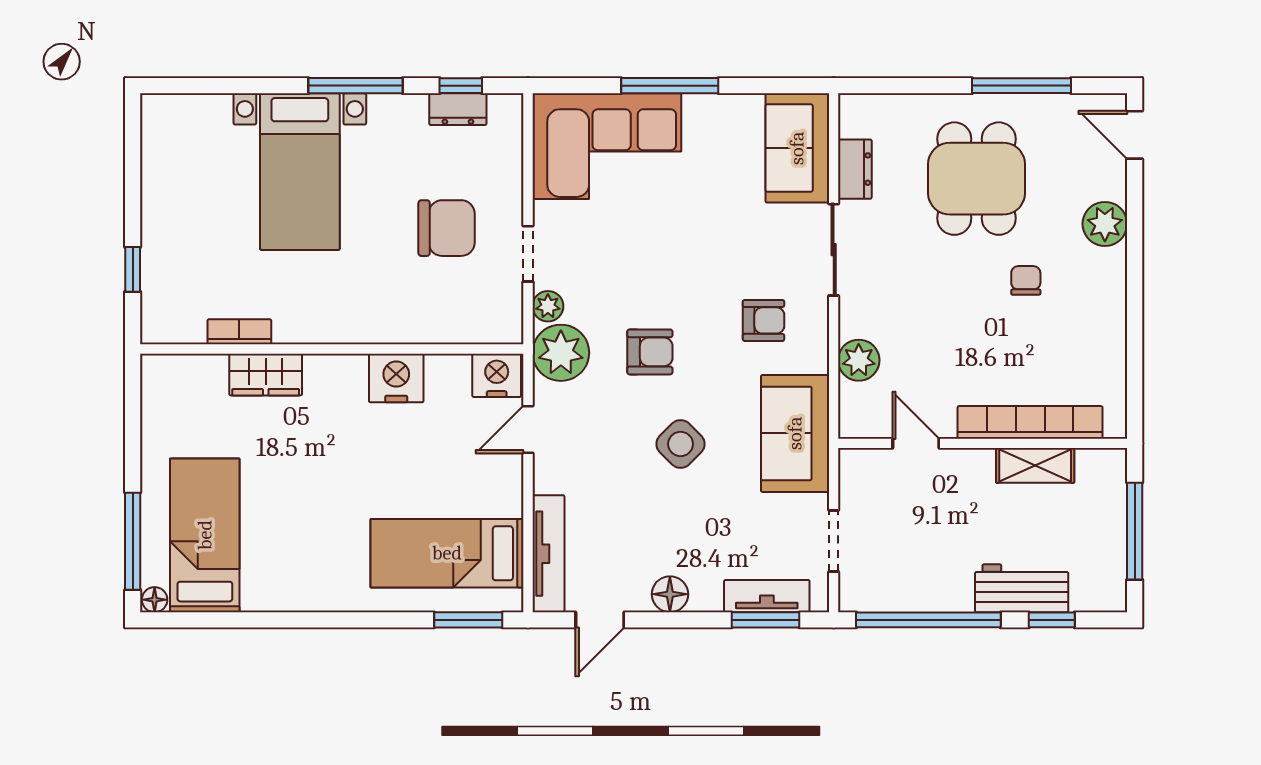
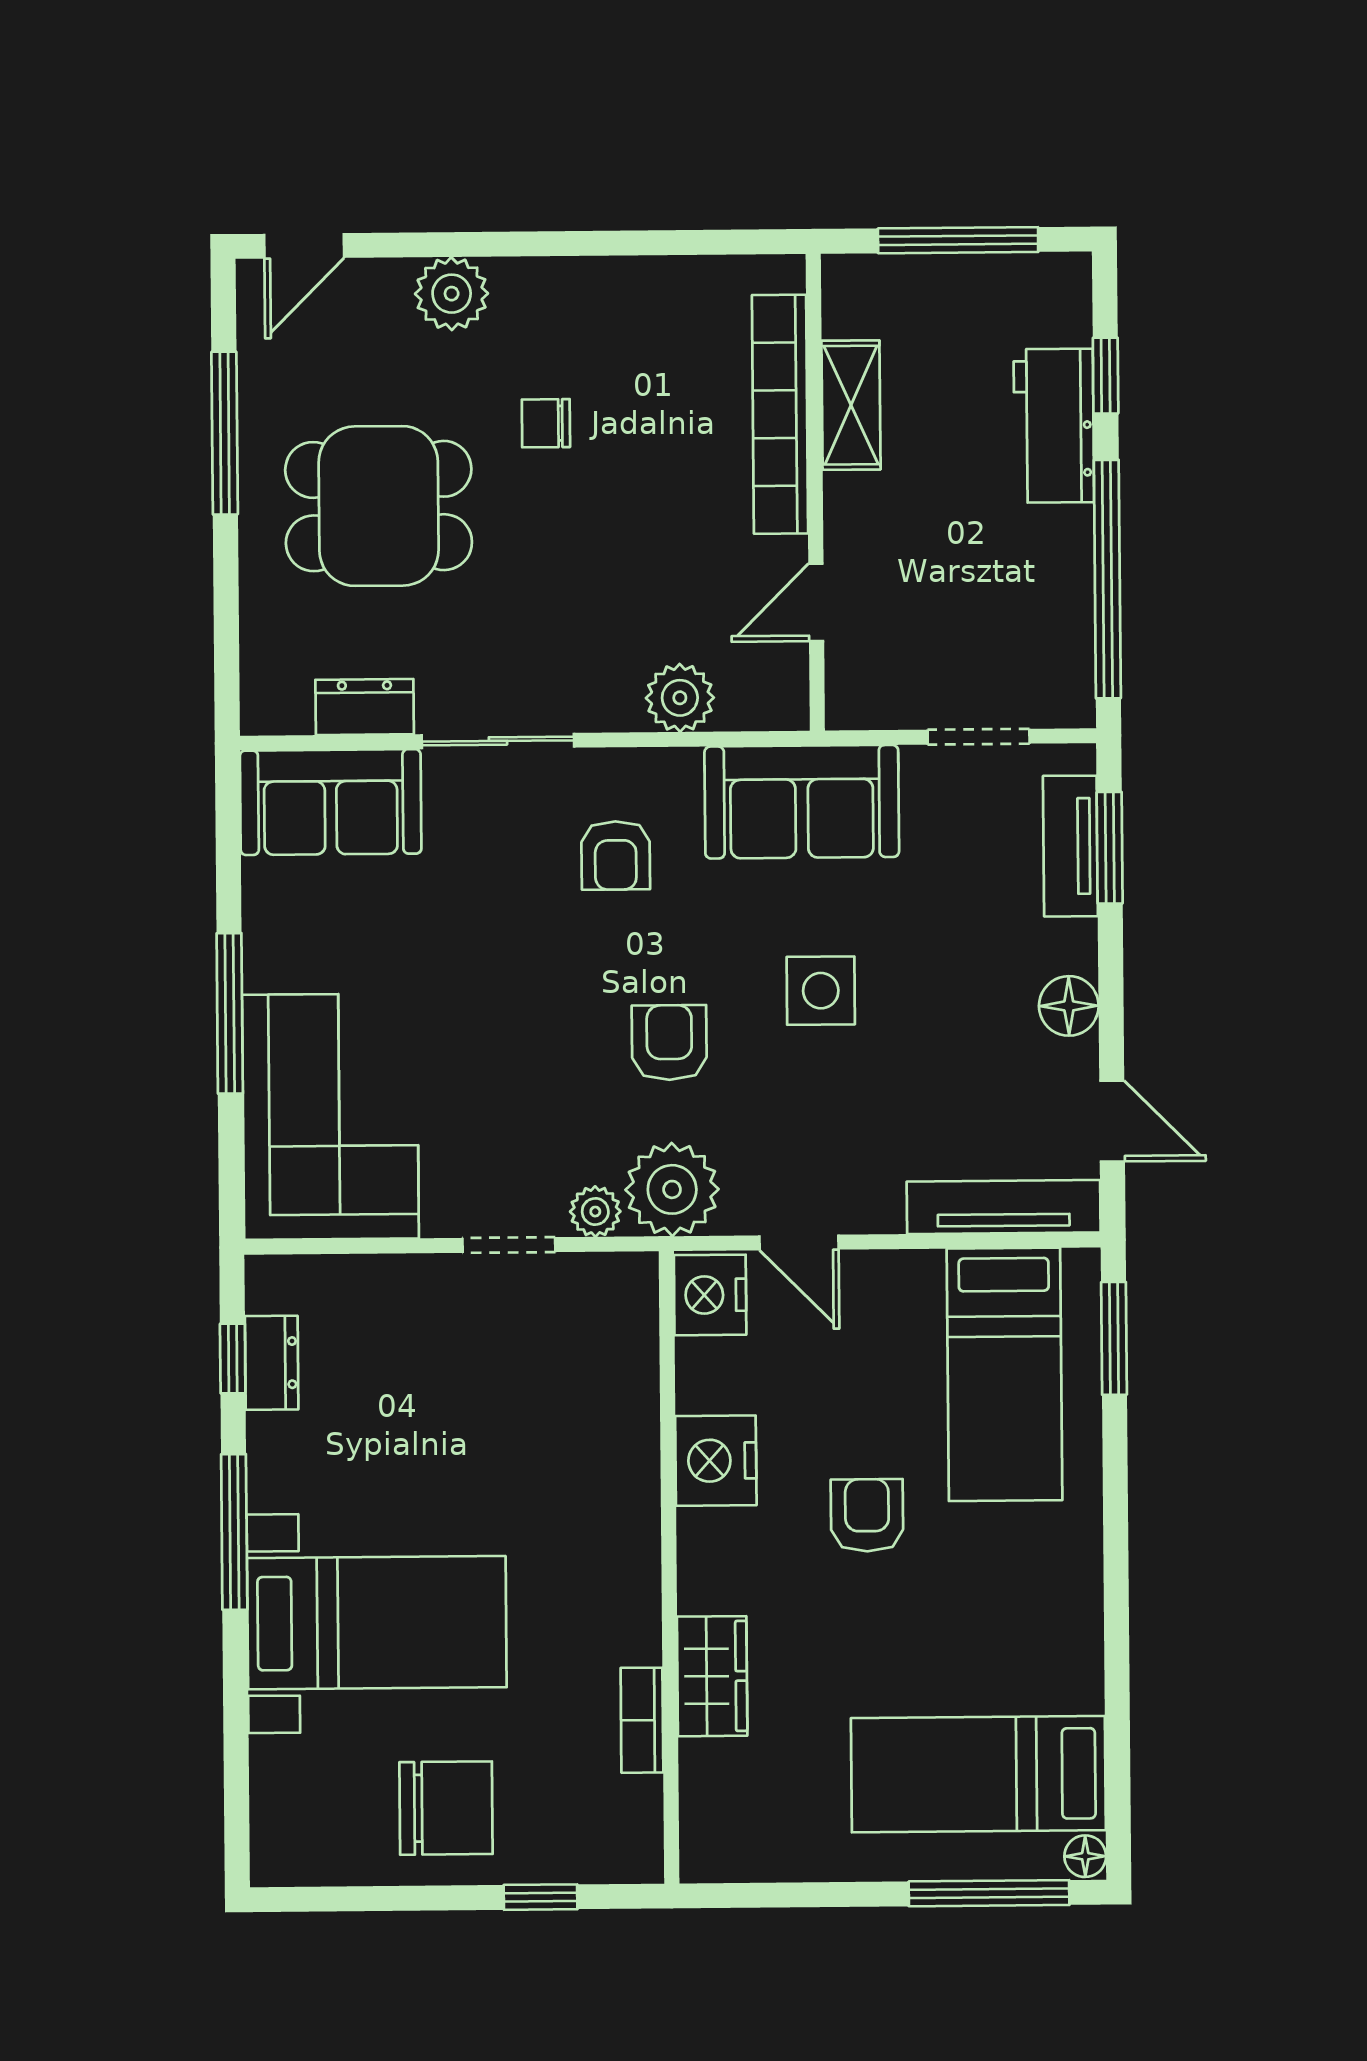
chair: (447, 228) -> (446, 1808), moved, turned 90
armchair: (764, 320) -> (616, 855), turned 180
side table: (681, 444) -> (821, 991), turned 45
armchair: (362, 469) -> (867, 1515), added

